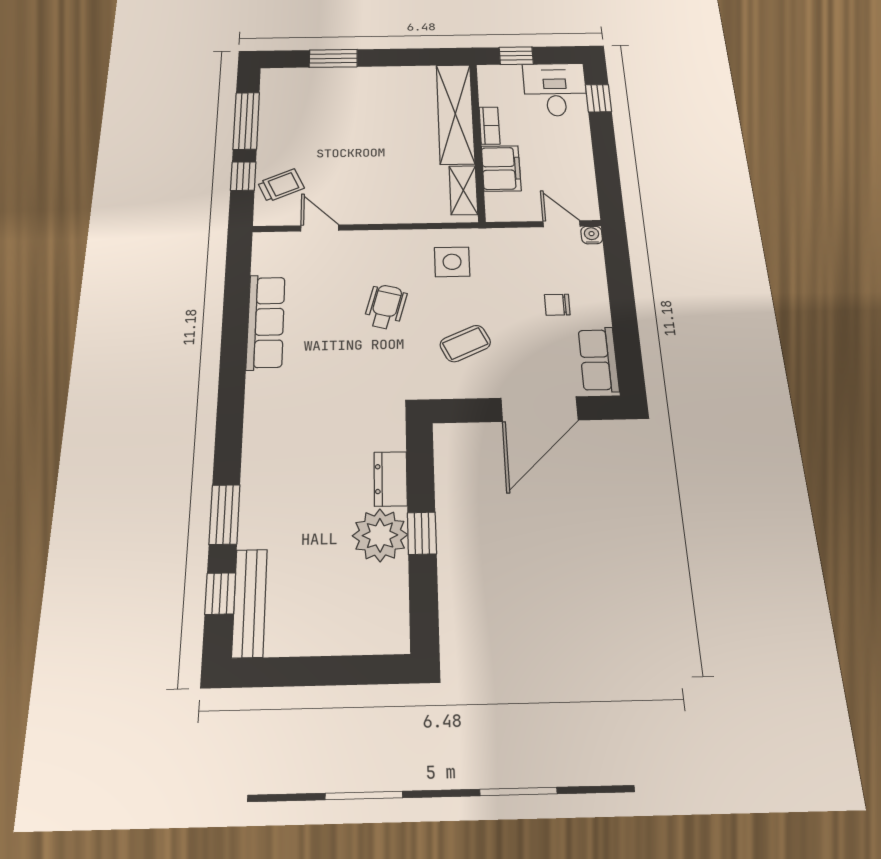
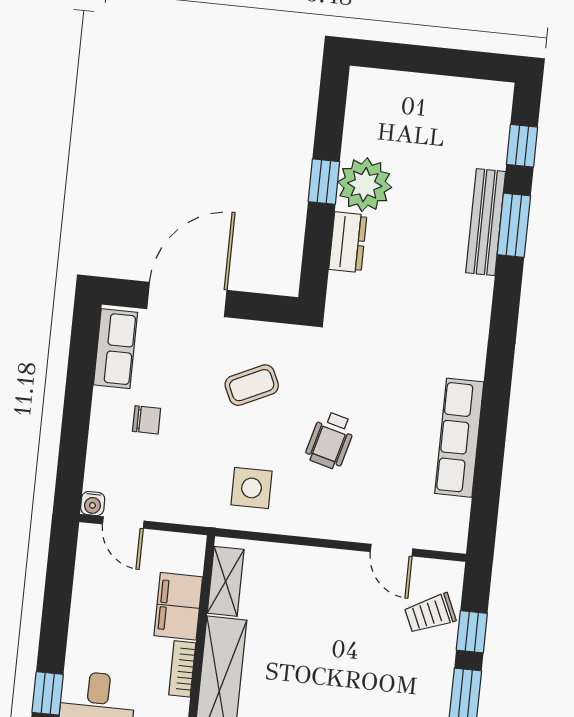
bench: (250, 603) -> (486, 222), moved

